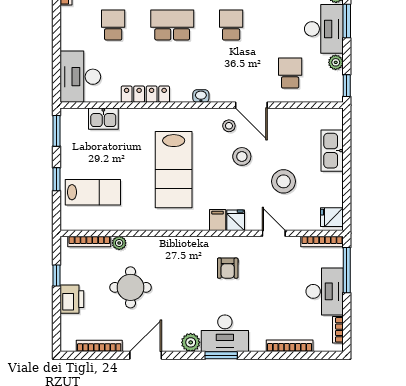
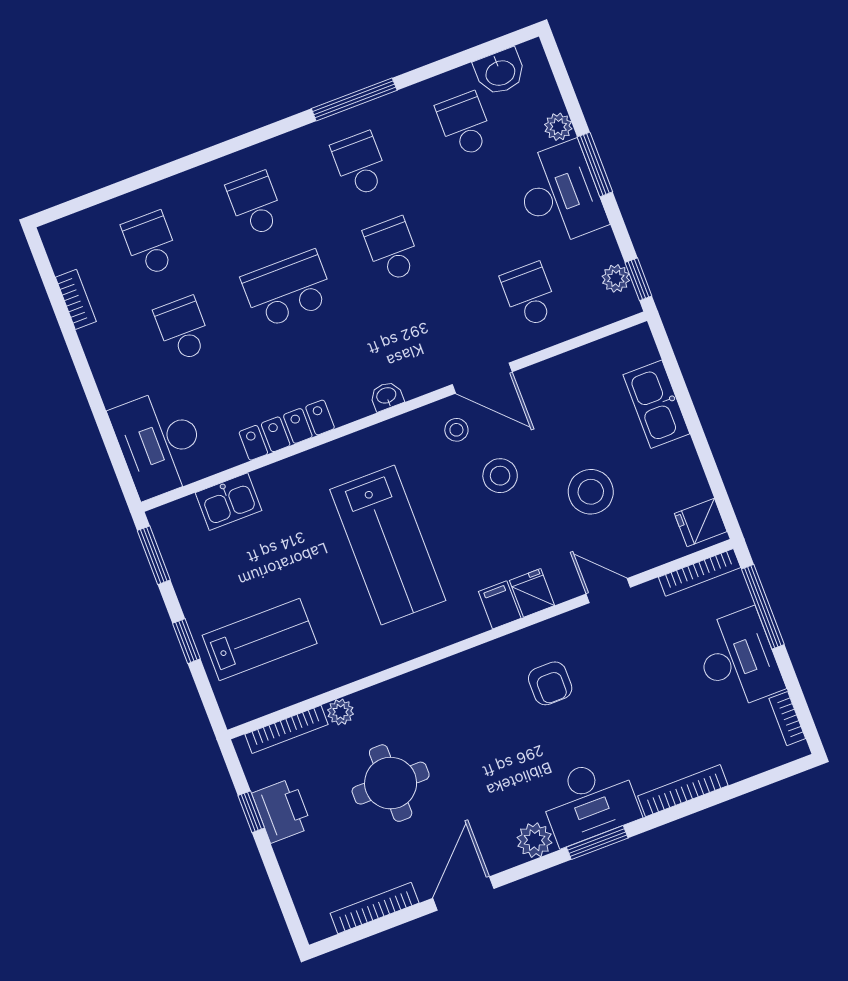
plant: (336, 62) -> (616, 278), moved
printer: (72, 299) -> (282, 810), moved
bookcase: (290, 346) -> (683, 791), moved

